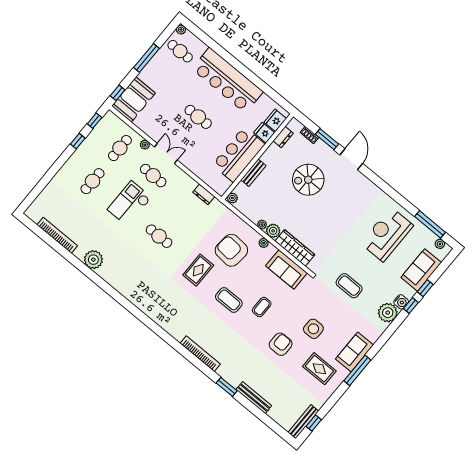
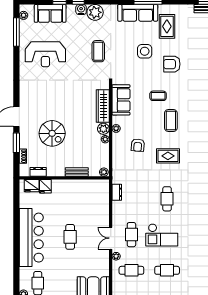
bar counter: (239, 155) -> (73, 191), removed
armchair: (231, 250) -> (138, 145), width x0.53, depth x0.53
sofa: (354, 352) -> (138, 13), width x1.36

